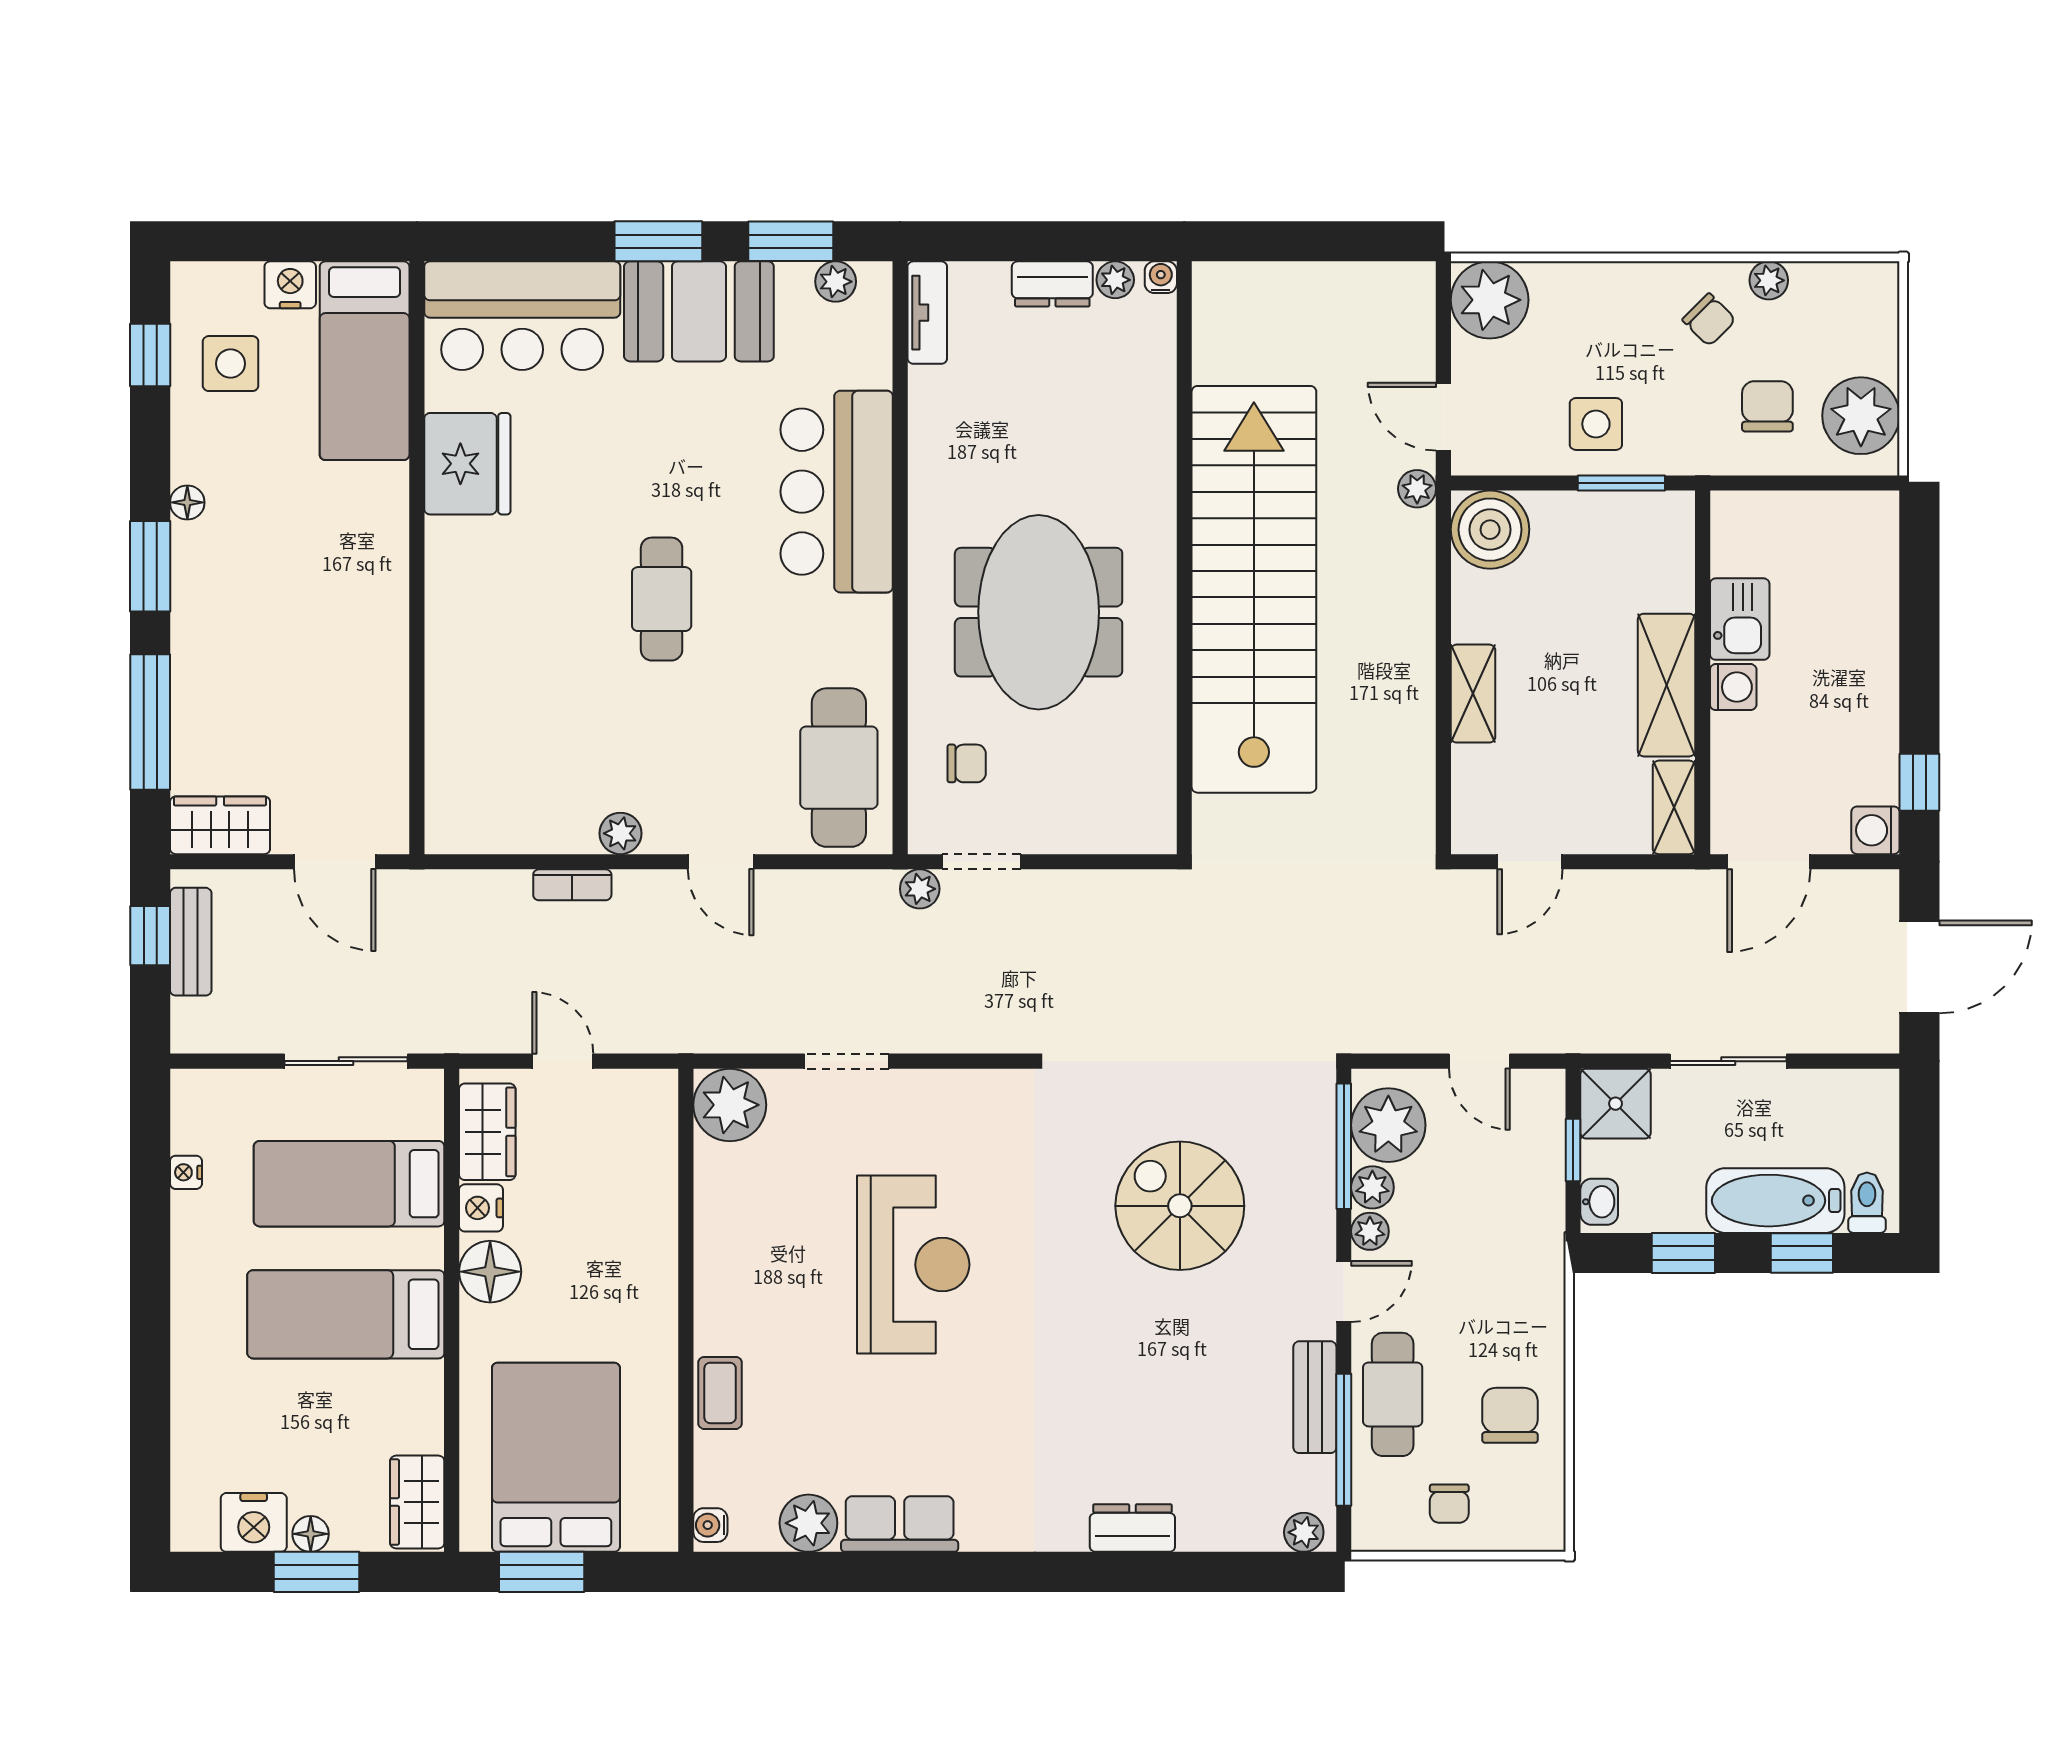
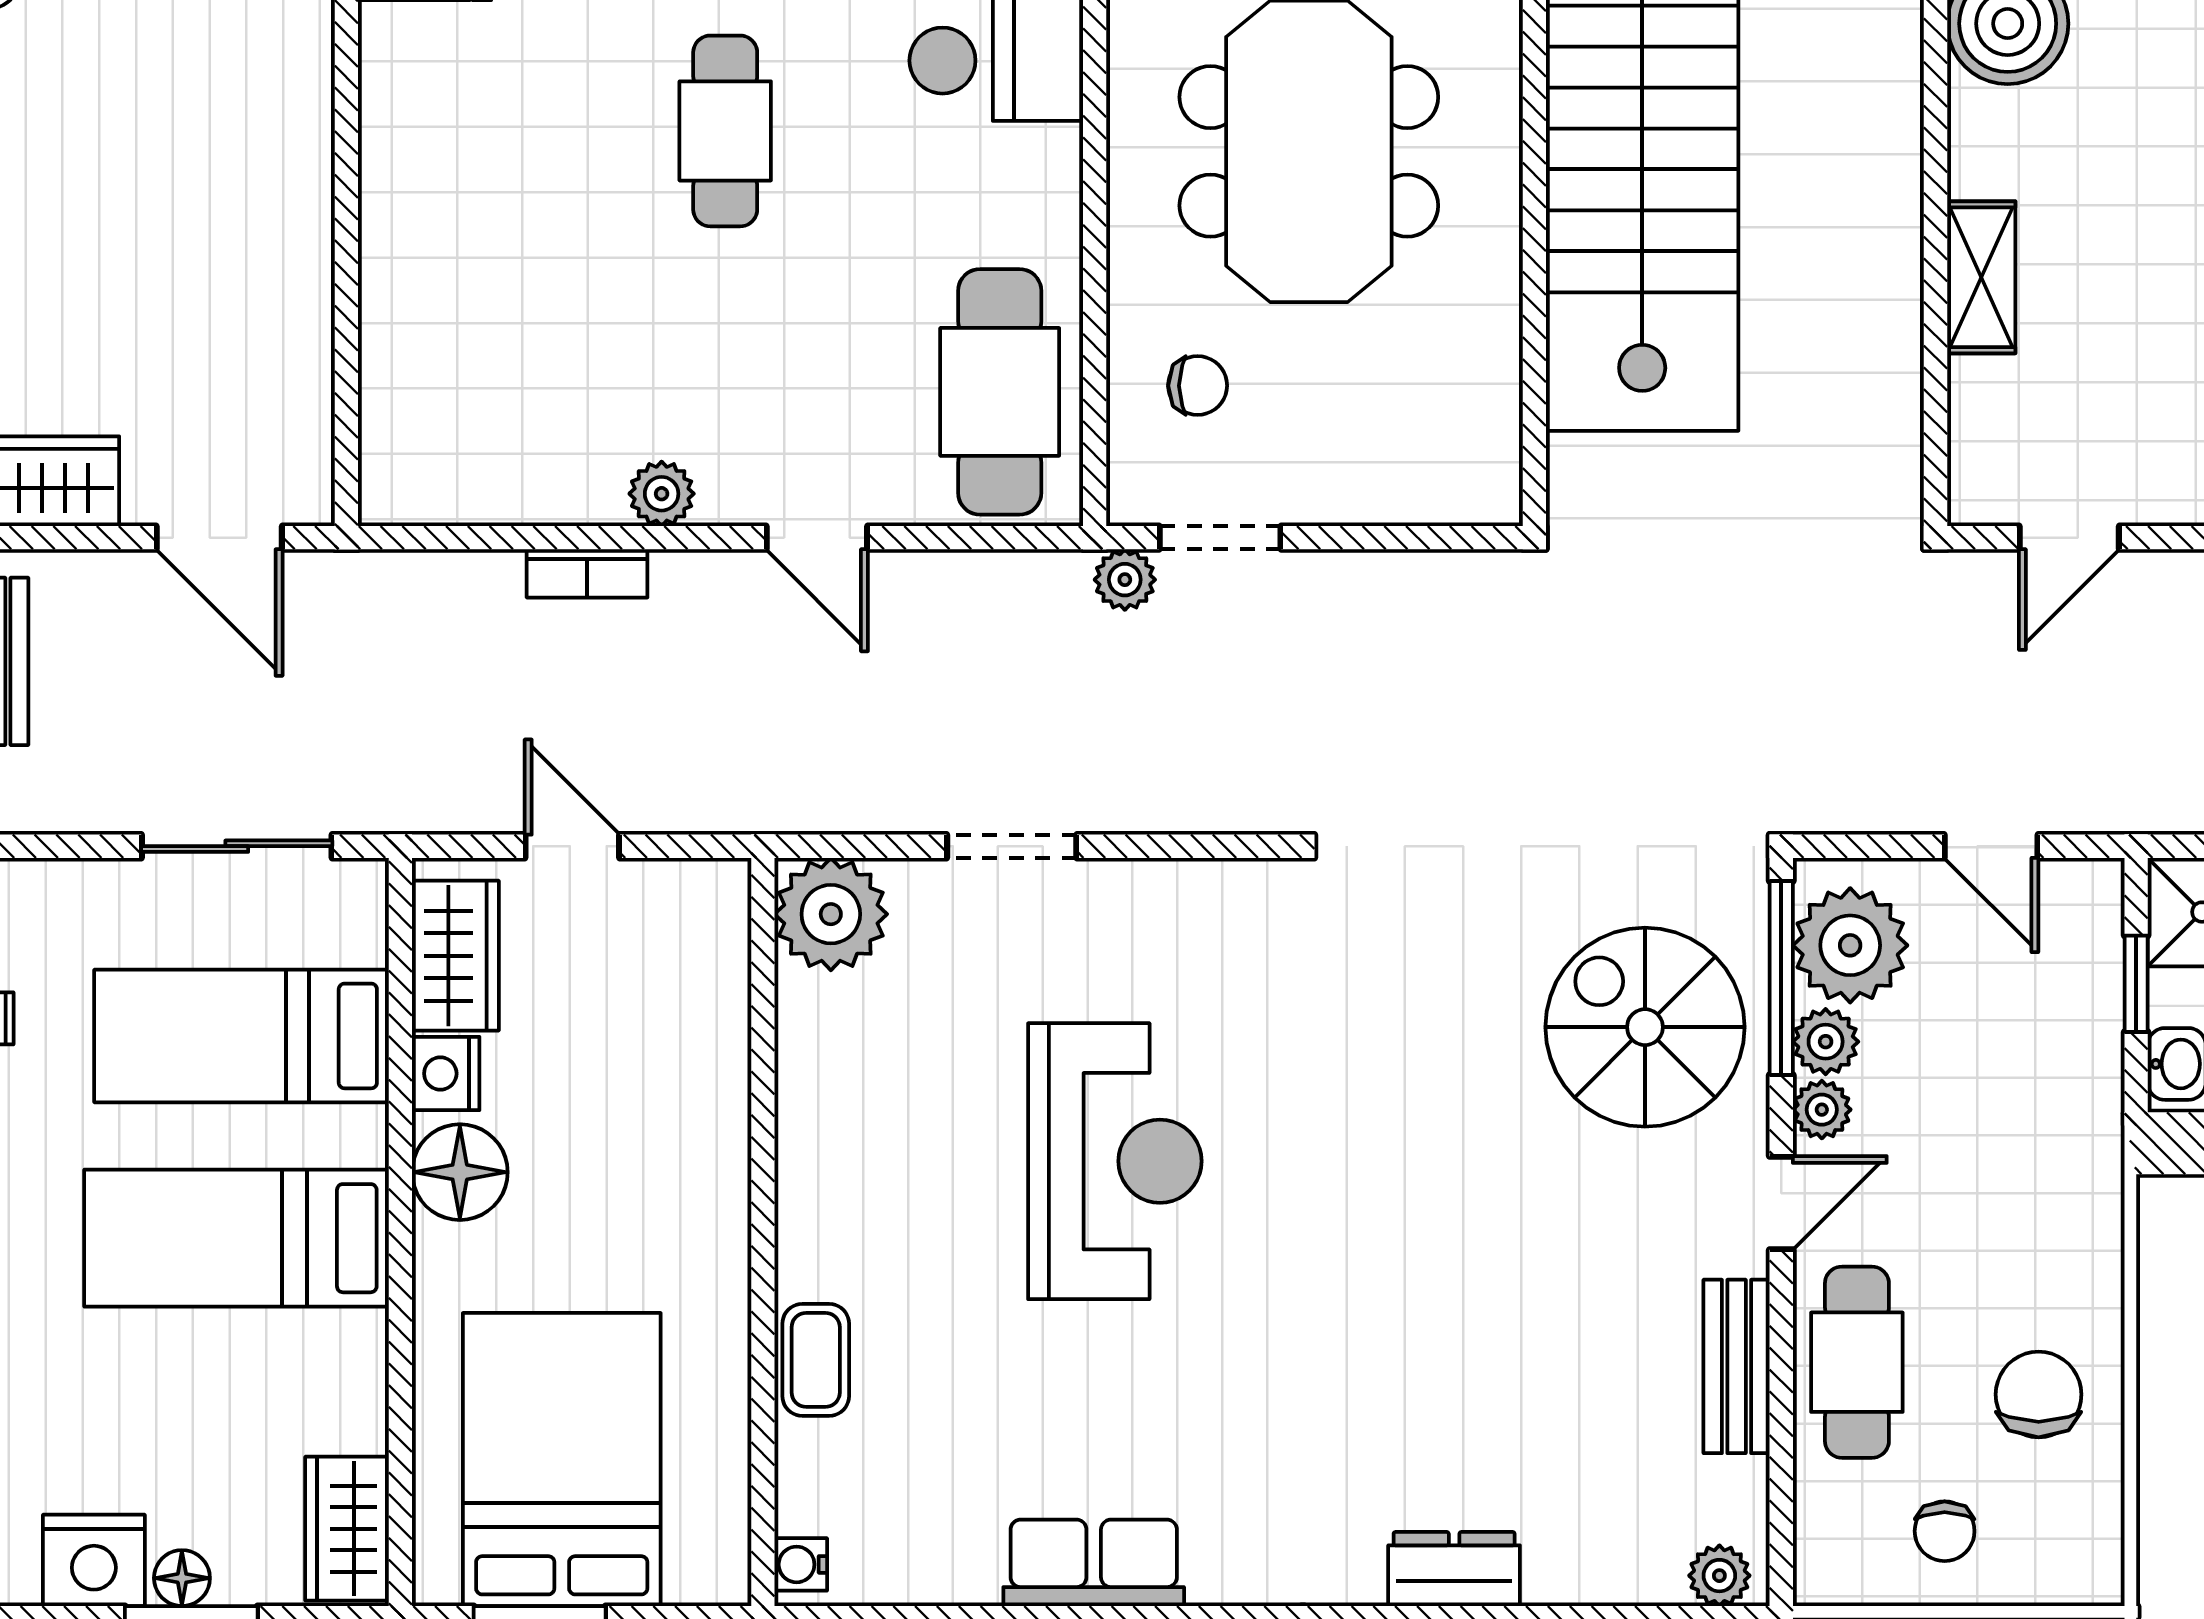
spiral stairs: (1180, 1206) -> (1645, 1027), moved
window: (1344, 1440) -> (1781, 1432), removed
plant: (808, 1523) -> (953, 1562), removed

